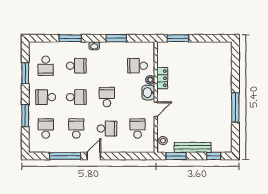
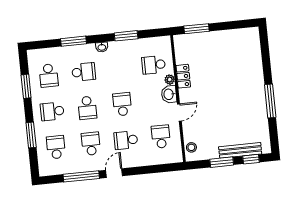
school desk: (76, 97) -> (87, 108), turned 90
school desk: (107, 128) -> (126, 140), turned 180
bench: (193, 147) -> (240, 150), moved
window: (176, 156) -> (222, 162), moved

